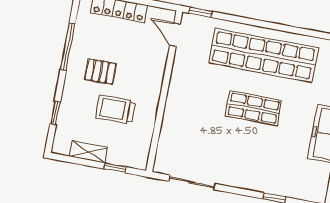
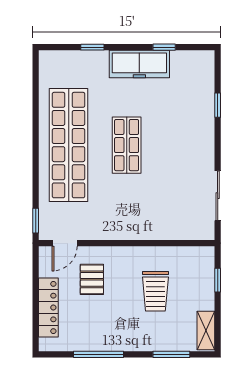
pallet: (100, 71) -> (92, 279), moved
window: (55, 113) -> (171, 354), width x1.50
shelving: (88, 152) -> (206, 330), moved

